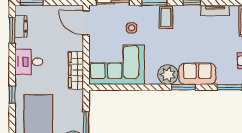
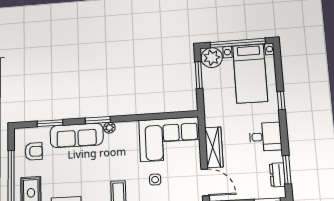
wardrobe: (76, 70) -> (214, 147), moved
sofa: (197, 74) -> (77, 135), width x1.36
plant: (168, 75) -> (109, 128), width x0.53, depth x0.53

